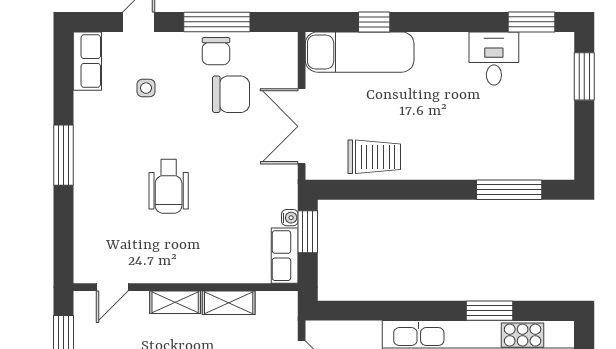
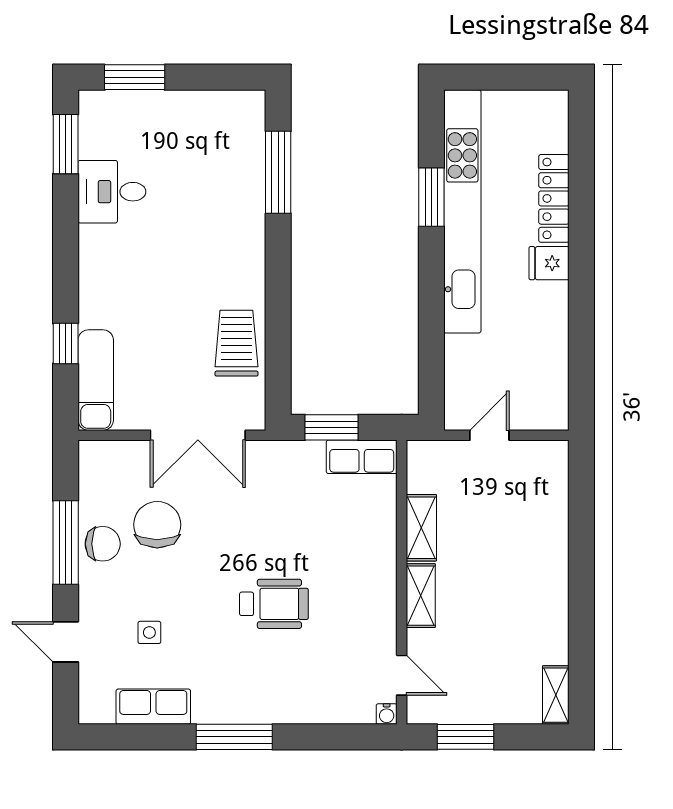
exam couch: (360, 52) -> (96, 380), width x0.73, depth x0.69
row of seats: (87, 61) -> (153, 707), moved
water cooler: (290, 218) -> (387, 714), moved, turned 180

